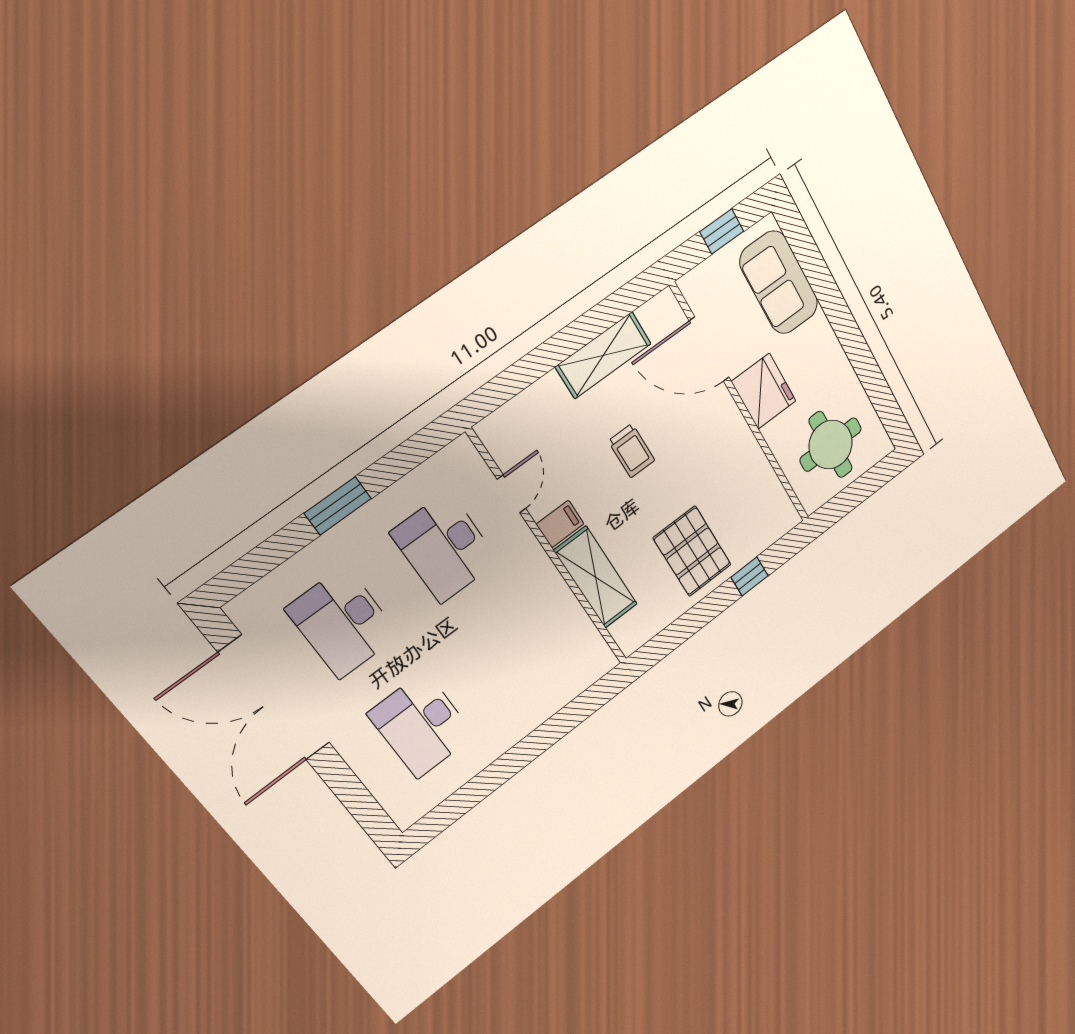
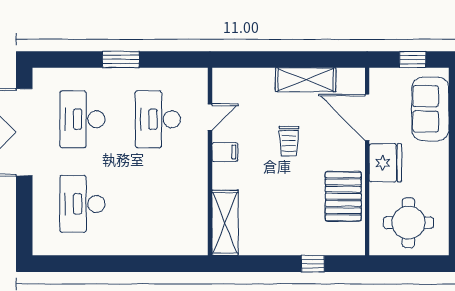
pallet: (692, 551) -> (343, 196), moved
shelving: (596, 577) -> (225, 223), moved

